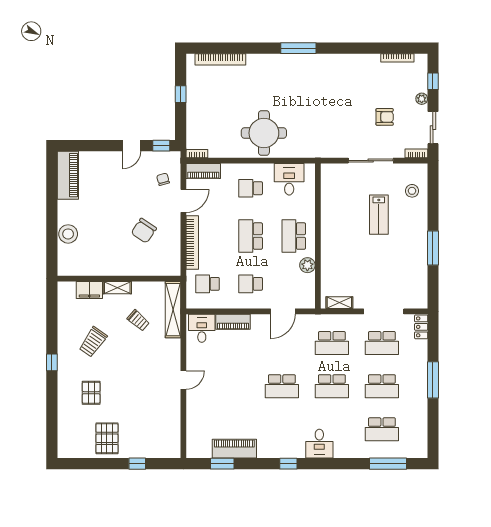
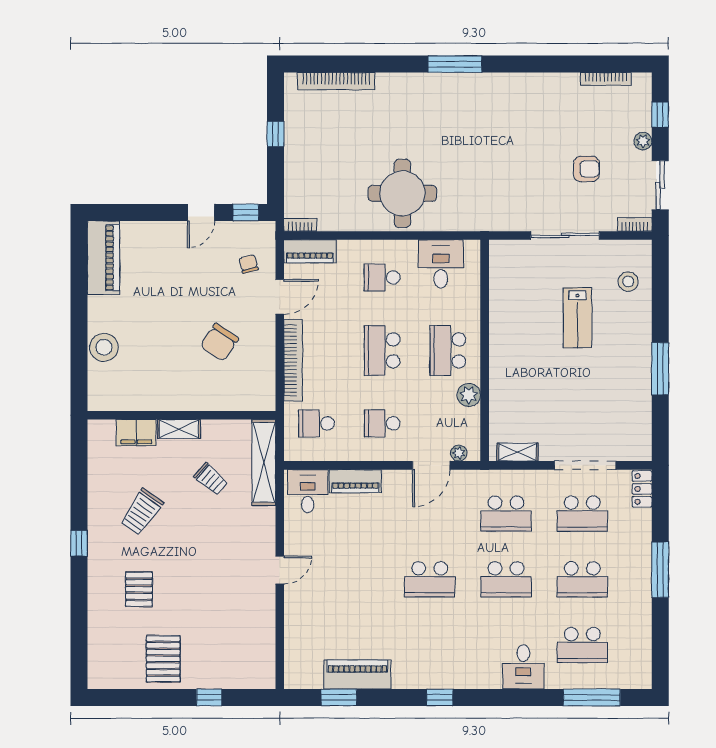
plant: (301, 303) -> (459, 453), added
desk: (319, 444) -> (523, 667), moved

